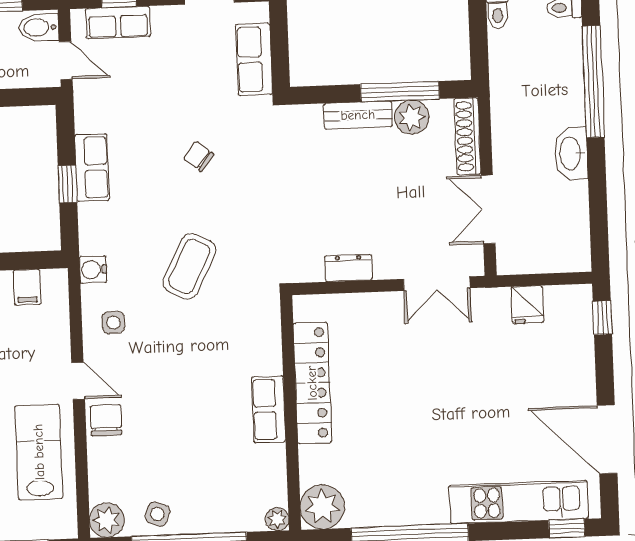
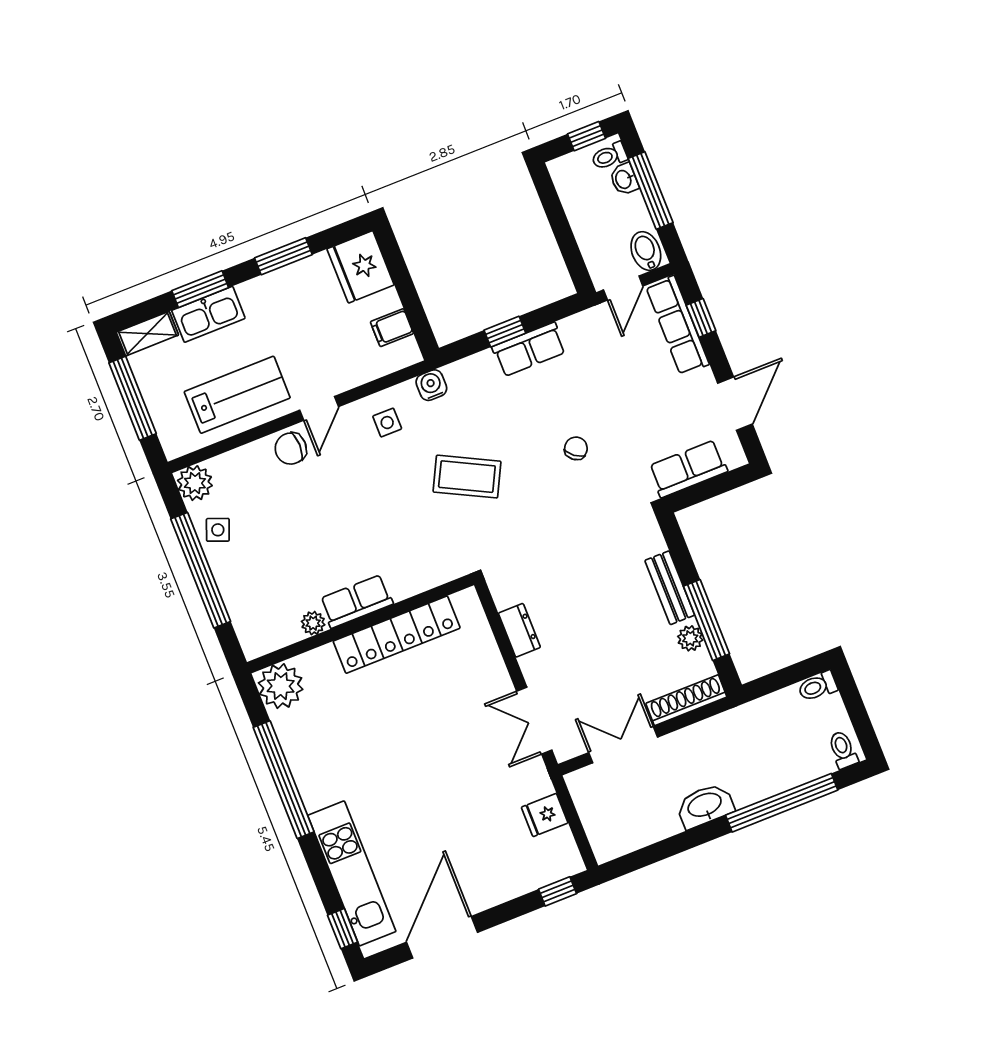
row of seats: (118, 22) -> (677, 325), width x1.48
plant: (412, 117) -> (690, 638), width x0.73, depth x0.73
chair: (106, 420) -> (291, 449), turned 180
plant: (277, 519) -> (313, 623), moved

